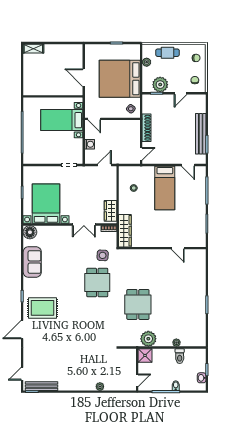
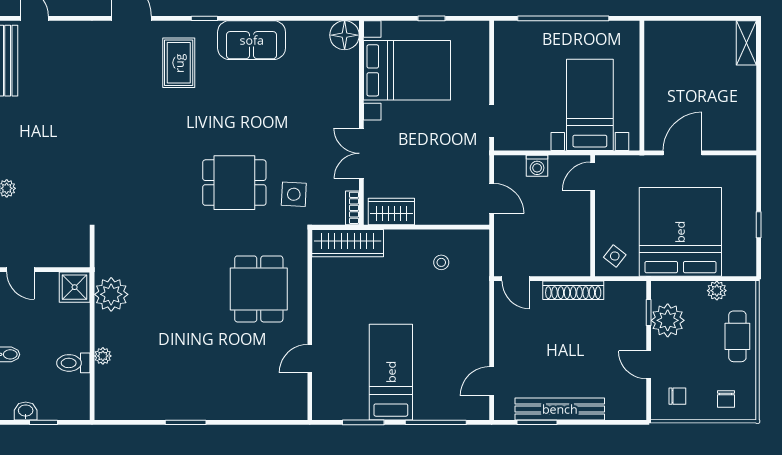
bed: (165, 188) -> (391, 372), moved, turned 90
sofa: (32, 262) -> (252, 40), moved
dining table: (138, 304) -> (259, 289), moved, turned 90
rug: (43, 308) -> (179, 63), width x0.73, depth x0.70

